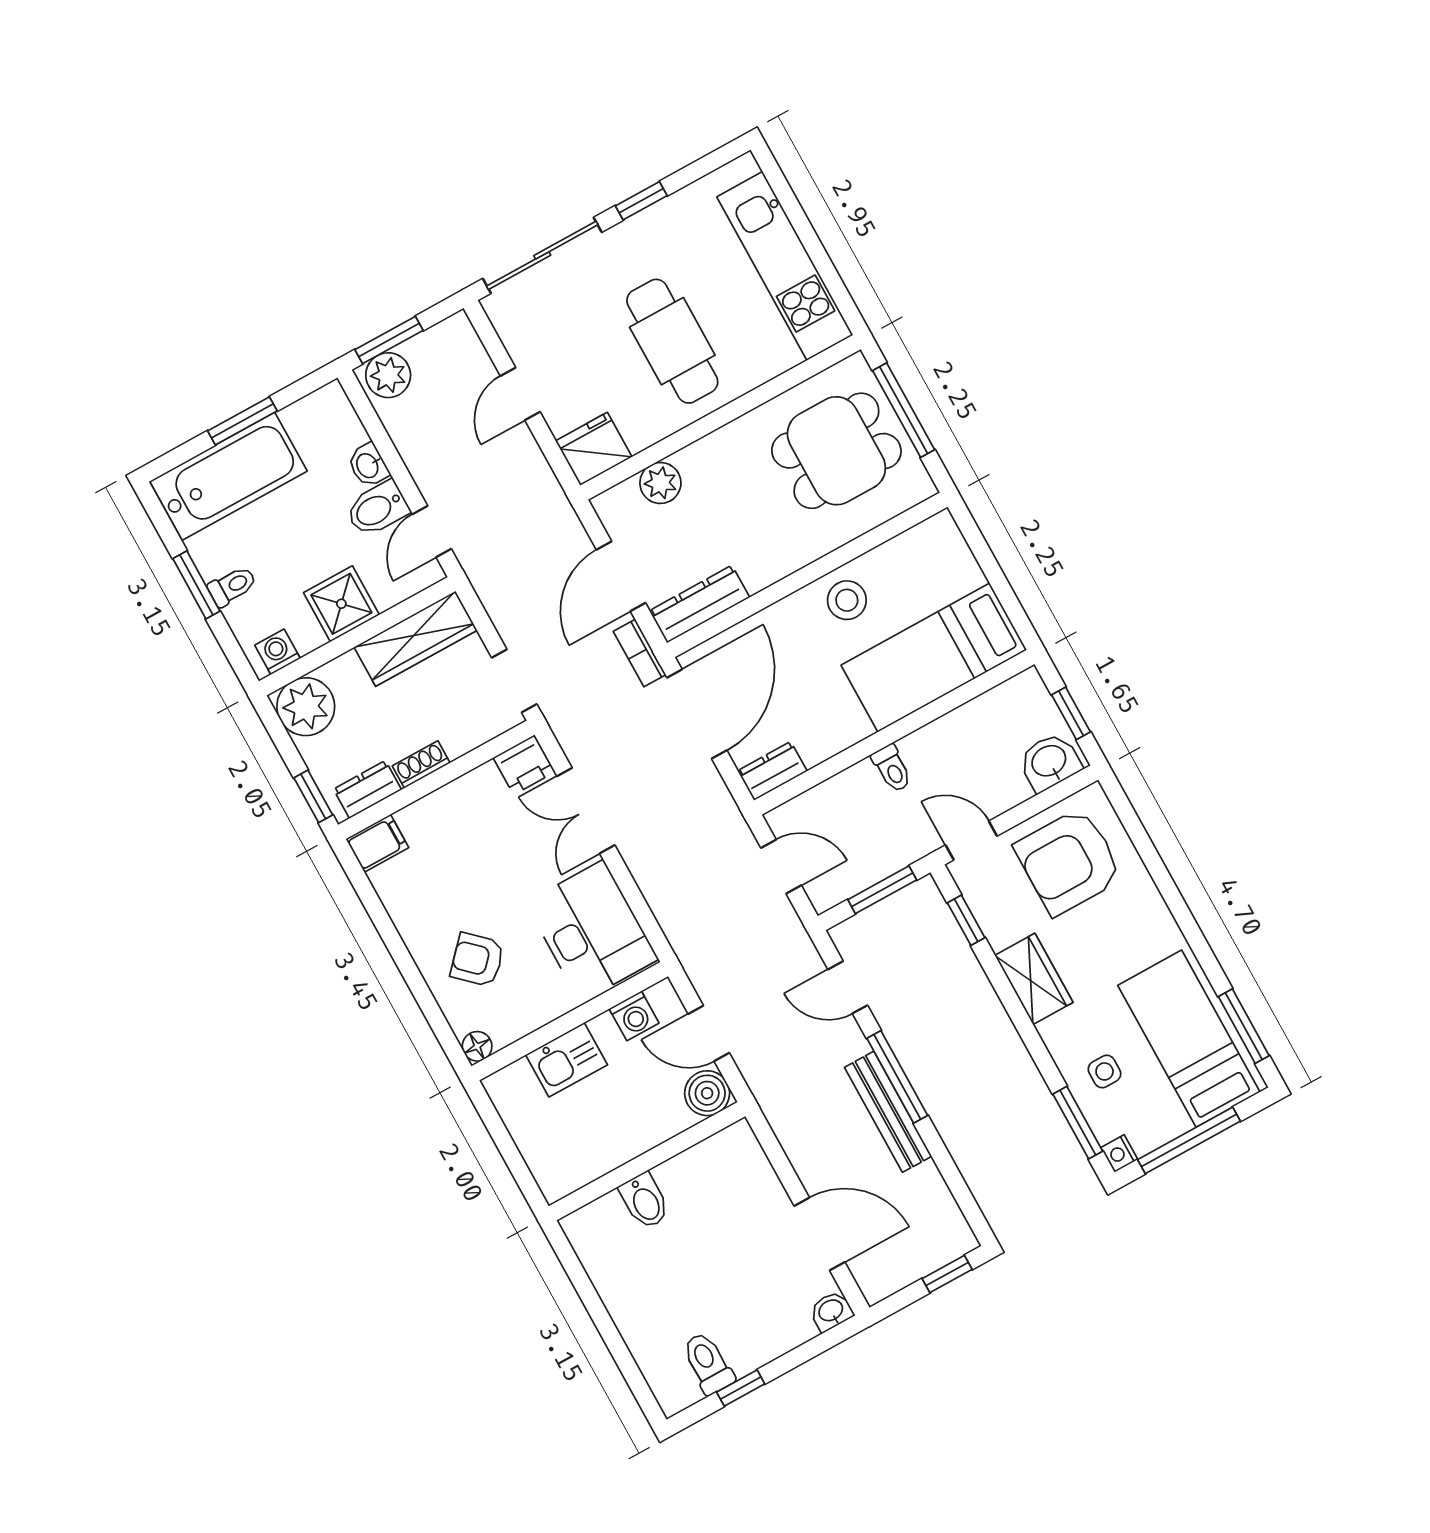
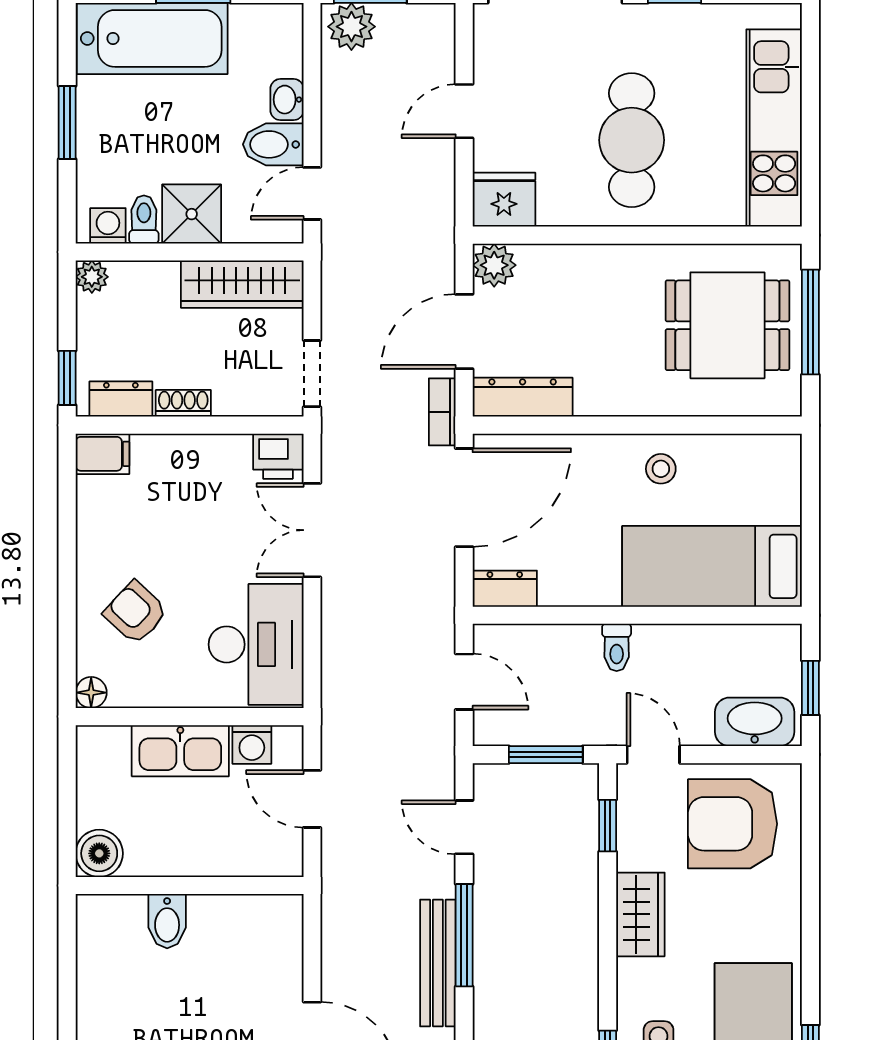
plant: (660, 483) -> (494, 265), moved
toilet: (232, 586) -> (144, 220), moved, turned -90
stool: (847, 600) -> (661, 469), width x0.73, depth x0.73
plant: (306, 707) -> (92, 277), width x0.53, depth x0.53
washbasin: (1050, 762) -> (755, 722), width x1.38
kitchen sink: (567, 1060) -> (180, 751), width x1.38
boiler: (707, 1093) -> (99, 853), moved

